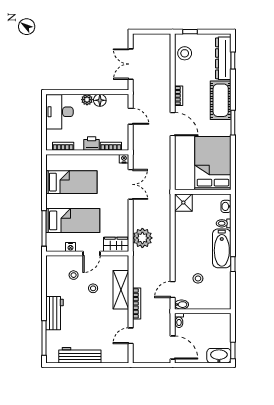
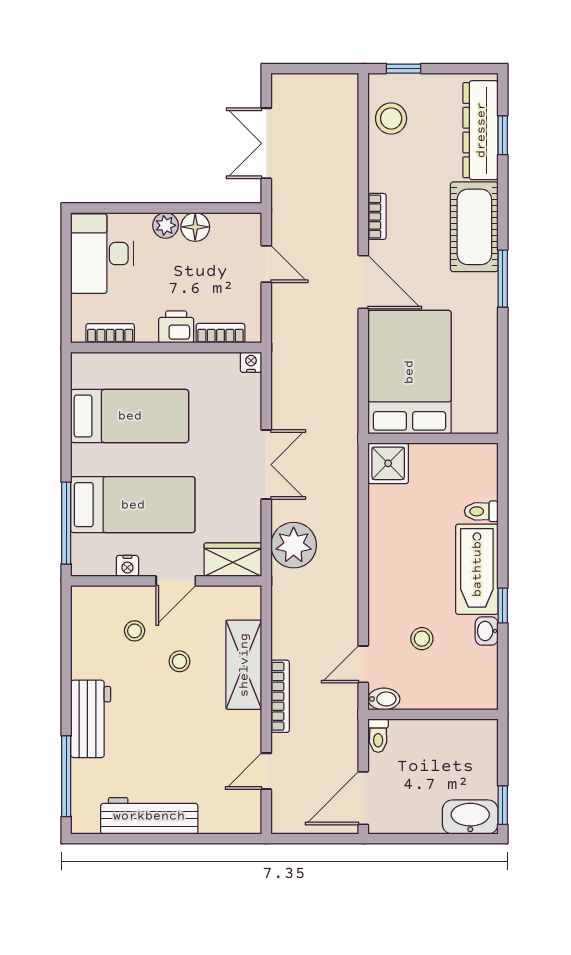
bed: (213, 163) -> (409, 372), moved
double door: (131, 184) -> (266, 465), moved
washbasin: (226, 206) -> (487, 631), moved
door: (173, 347) -> (363, 798), swing flipped

